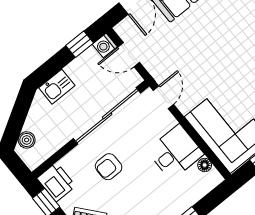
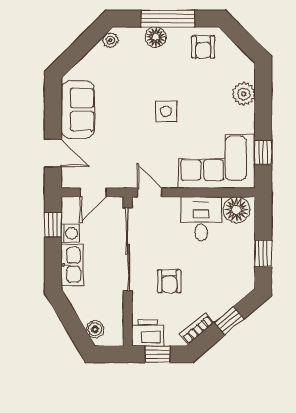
washing machine: (105, 45) -> (70, 233), moved, turned -90
side table: (235, 60) -> (166, 111), added
kitchen sink: (57, 87) -> (72, 265), width x1.38
floor lamp: (205, 165) -> (236, 210), width x1.89, depth x1.89

